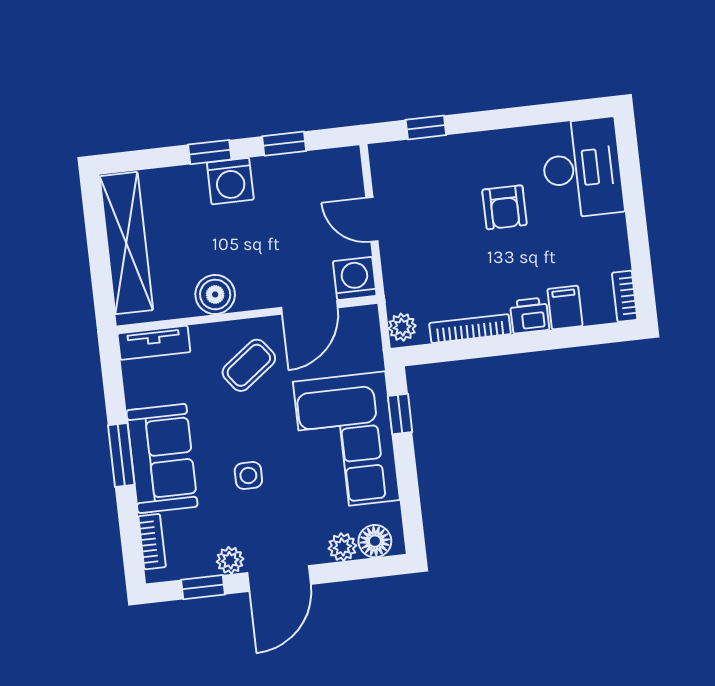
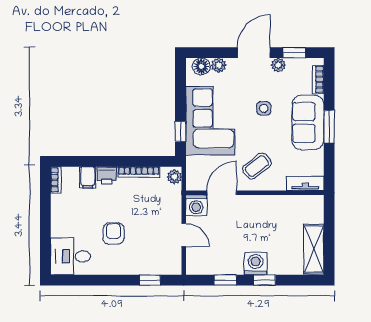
desk: (582, 168) -> (71, 256), width x0.73
shelving: (126, 243) -> (314, 249), width x0.68
boiler: (215, 294) -> (270, 205), removed

